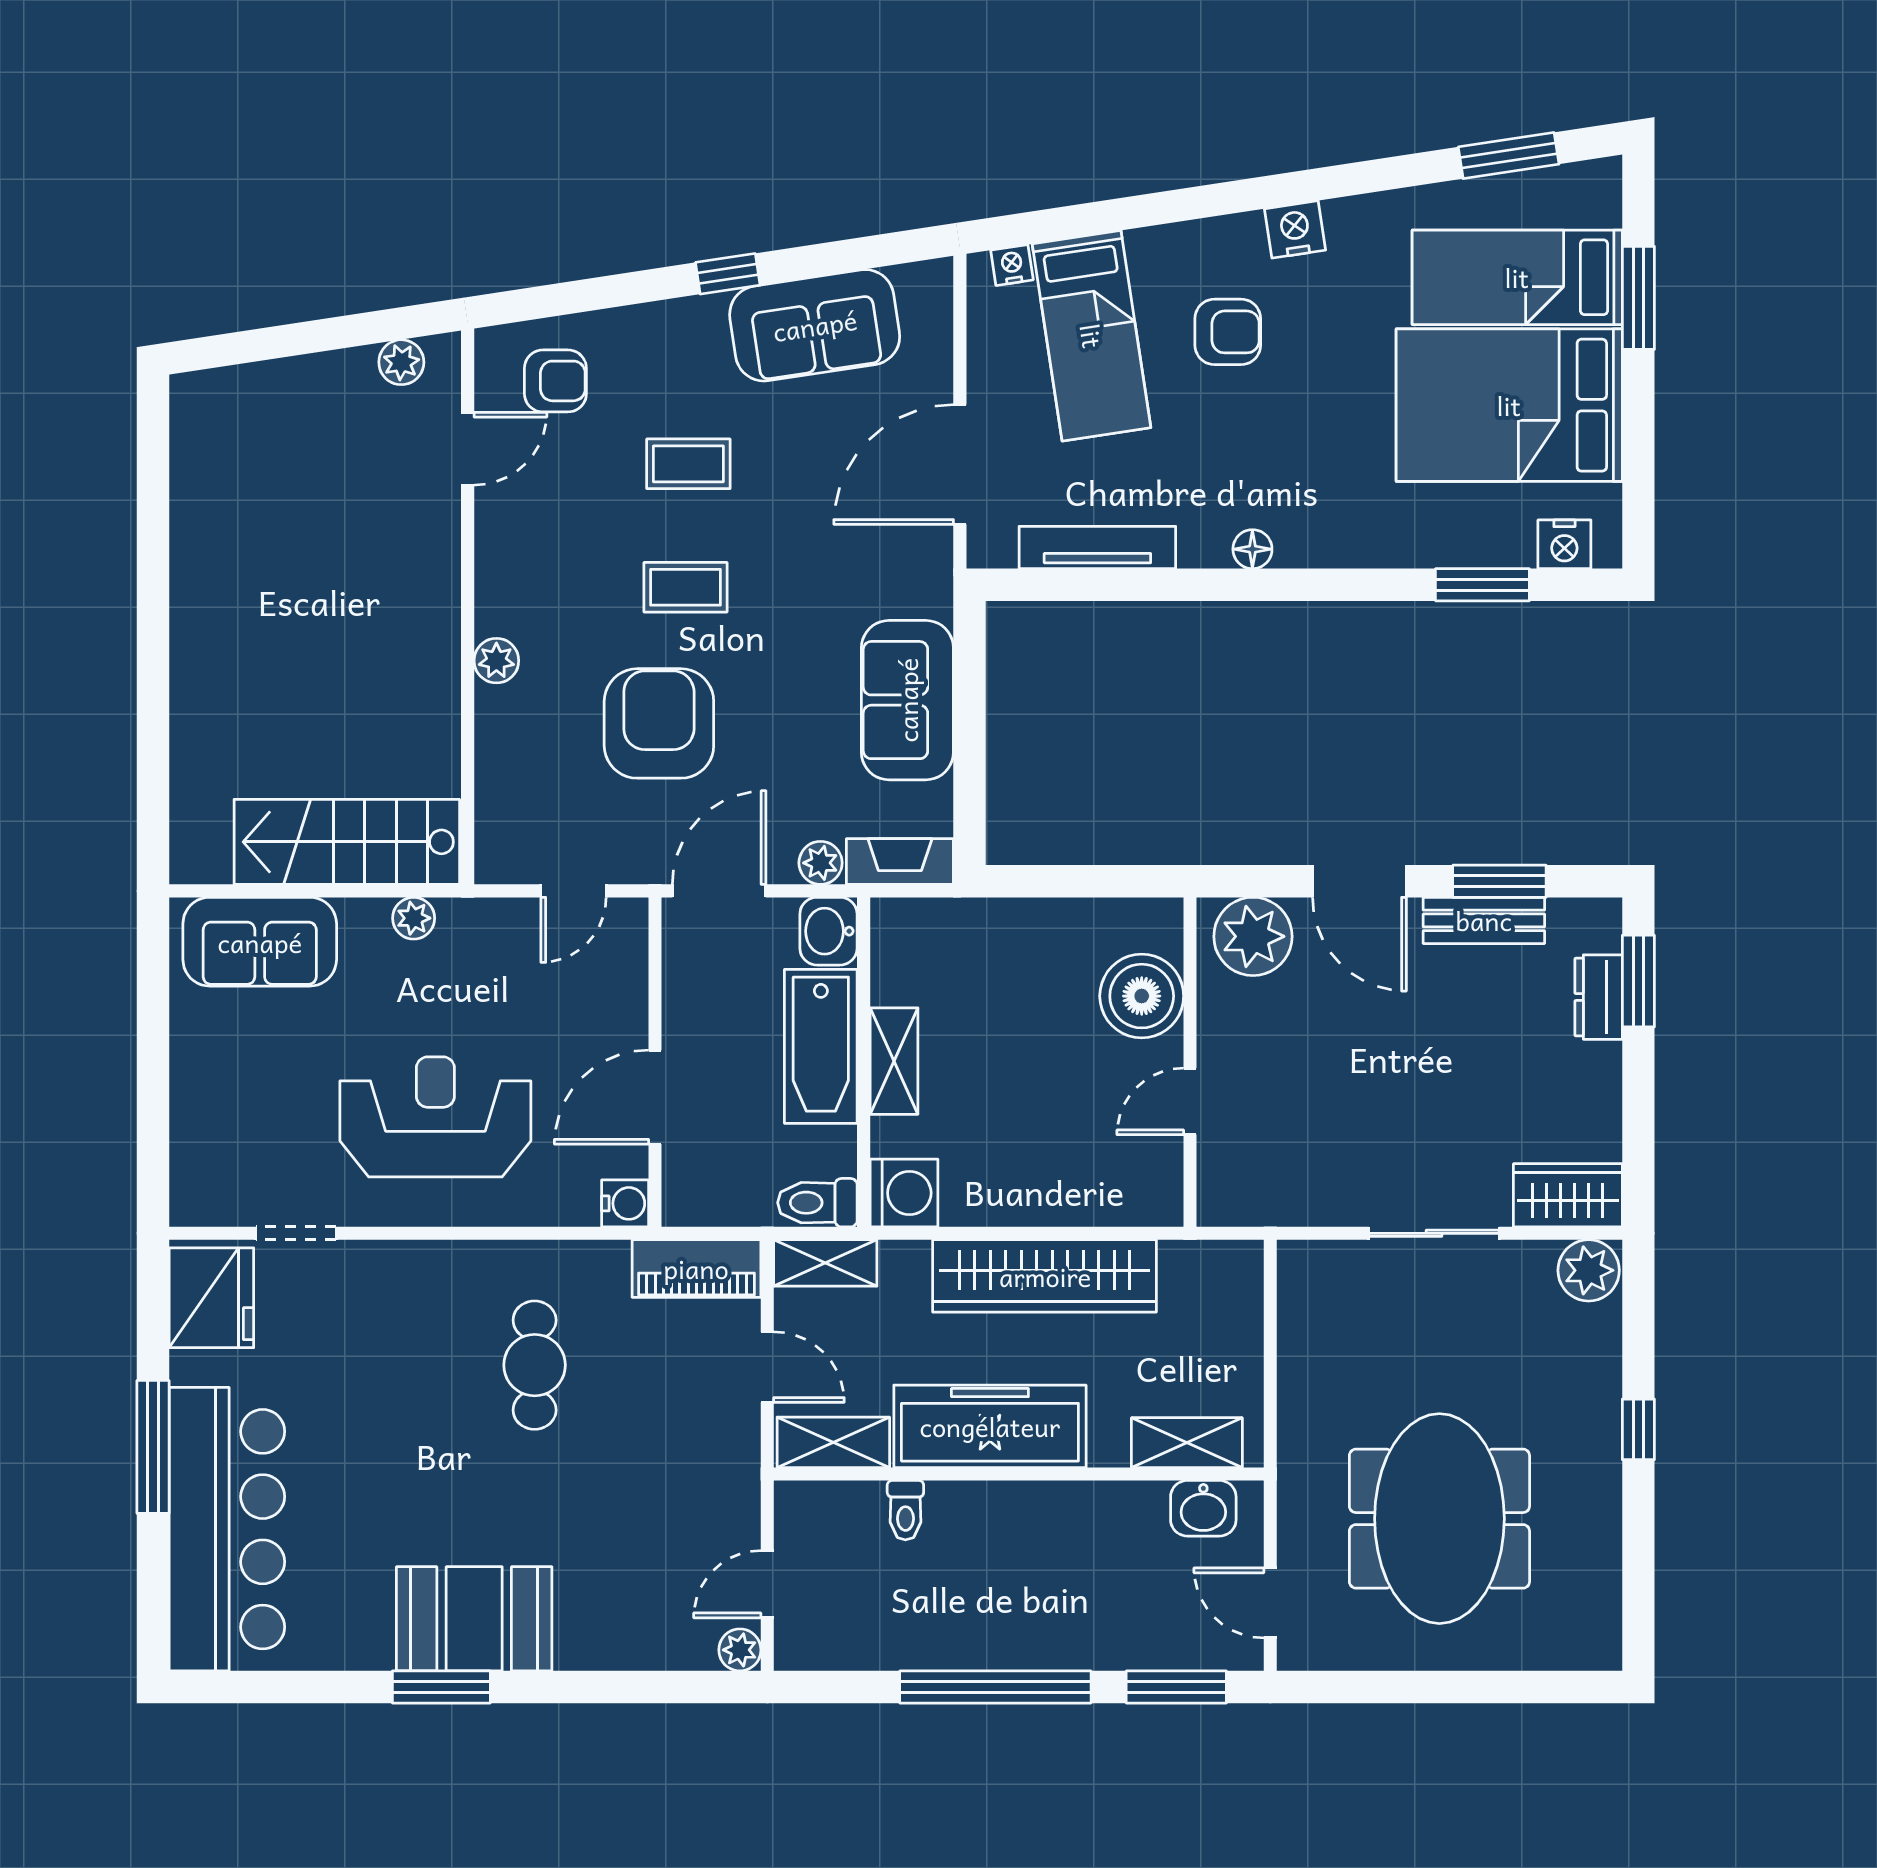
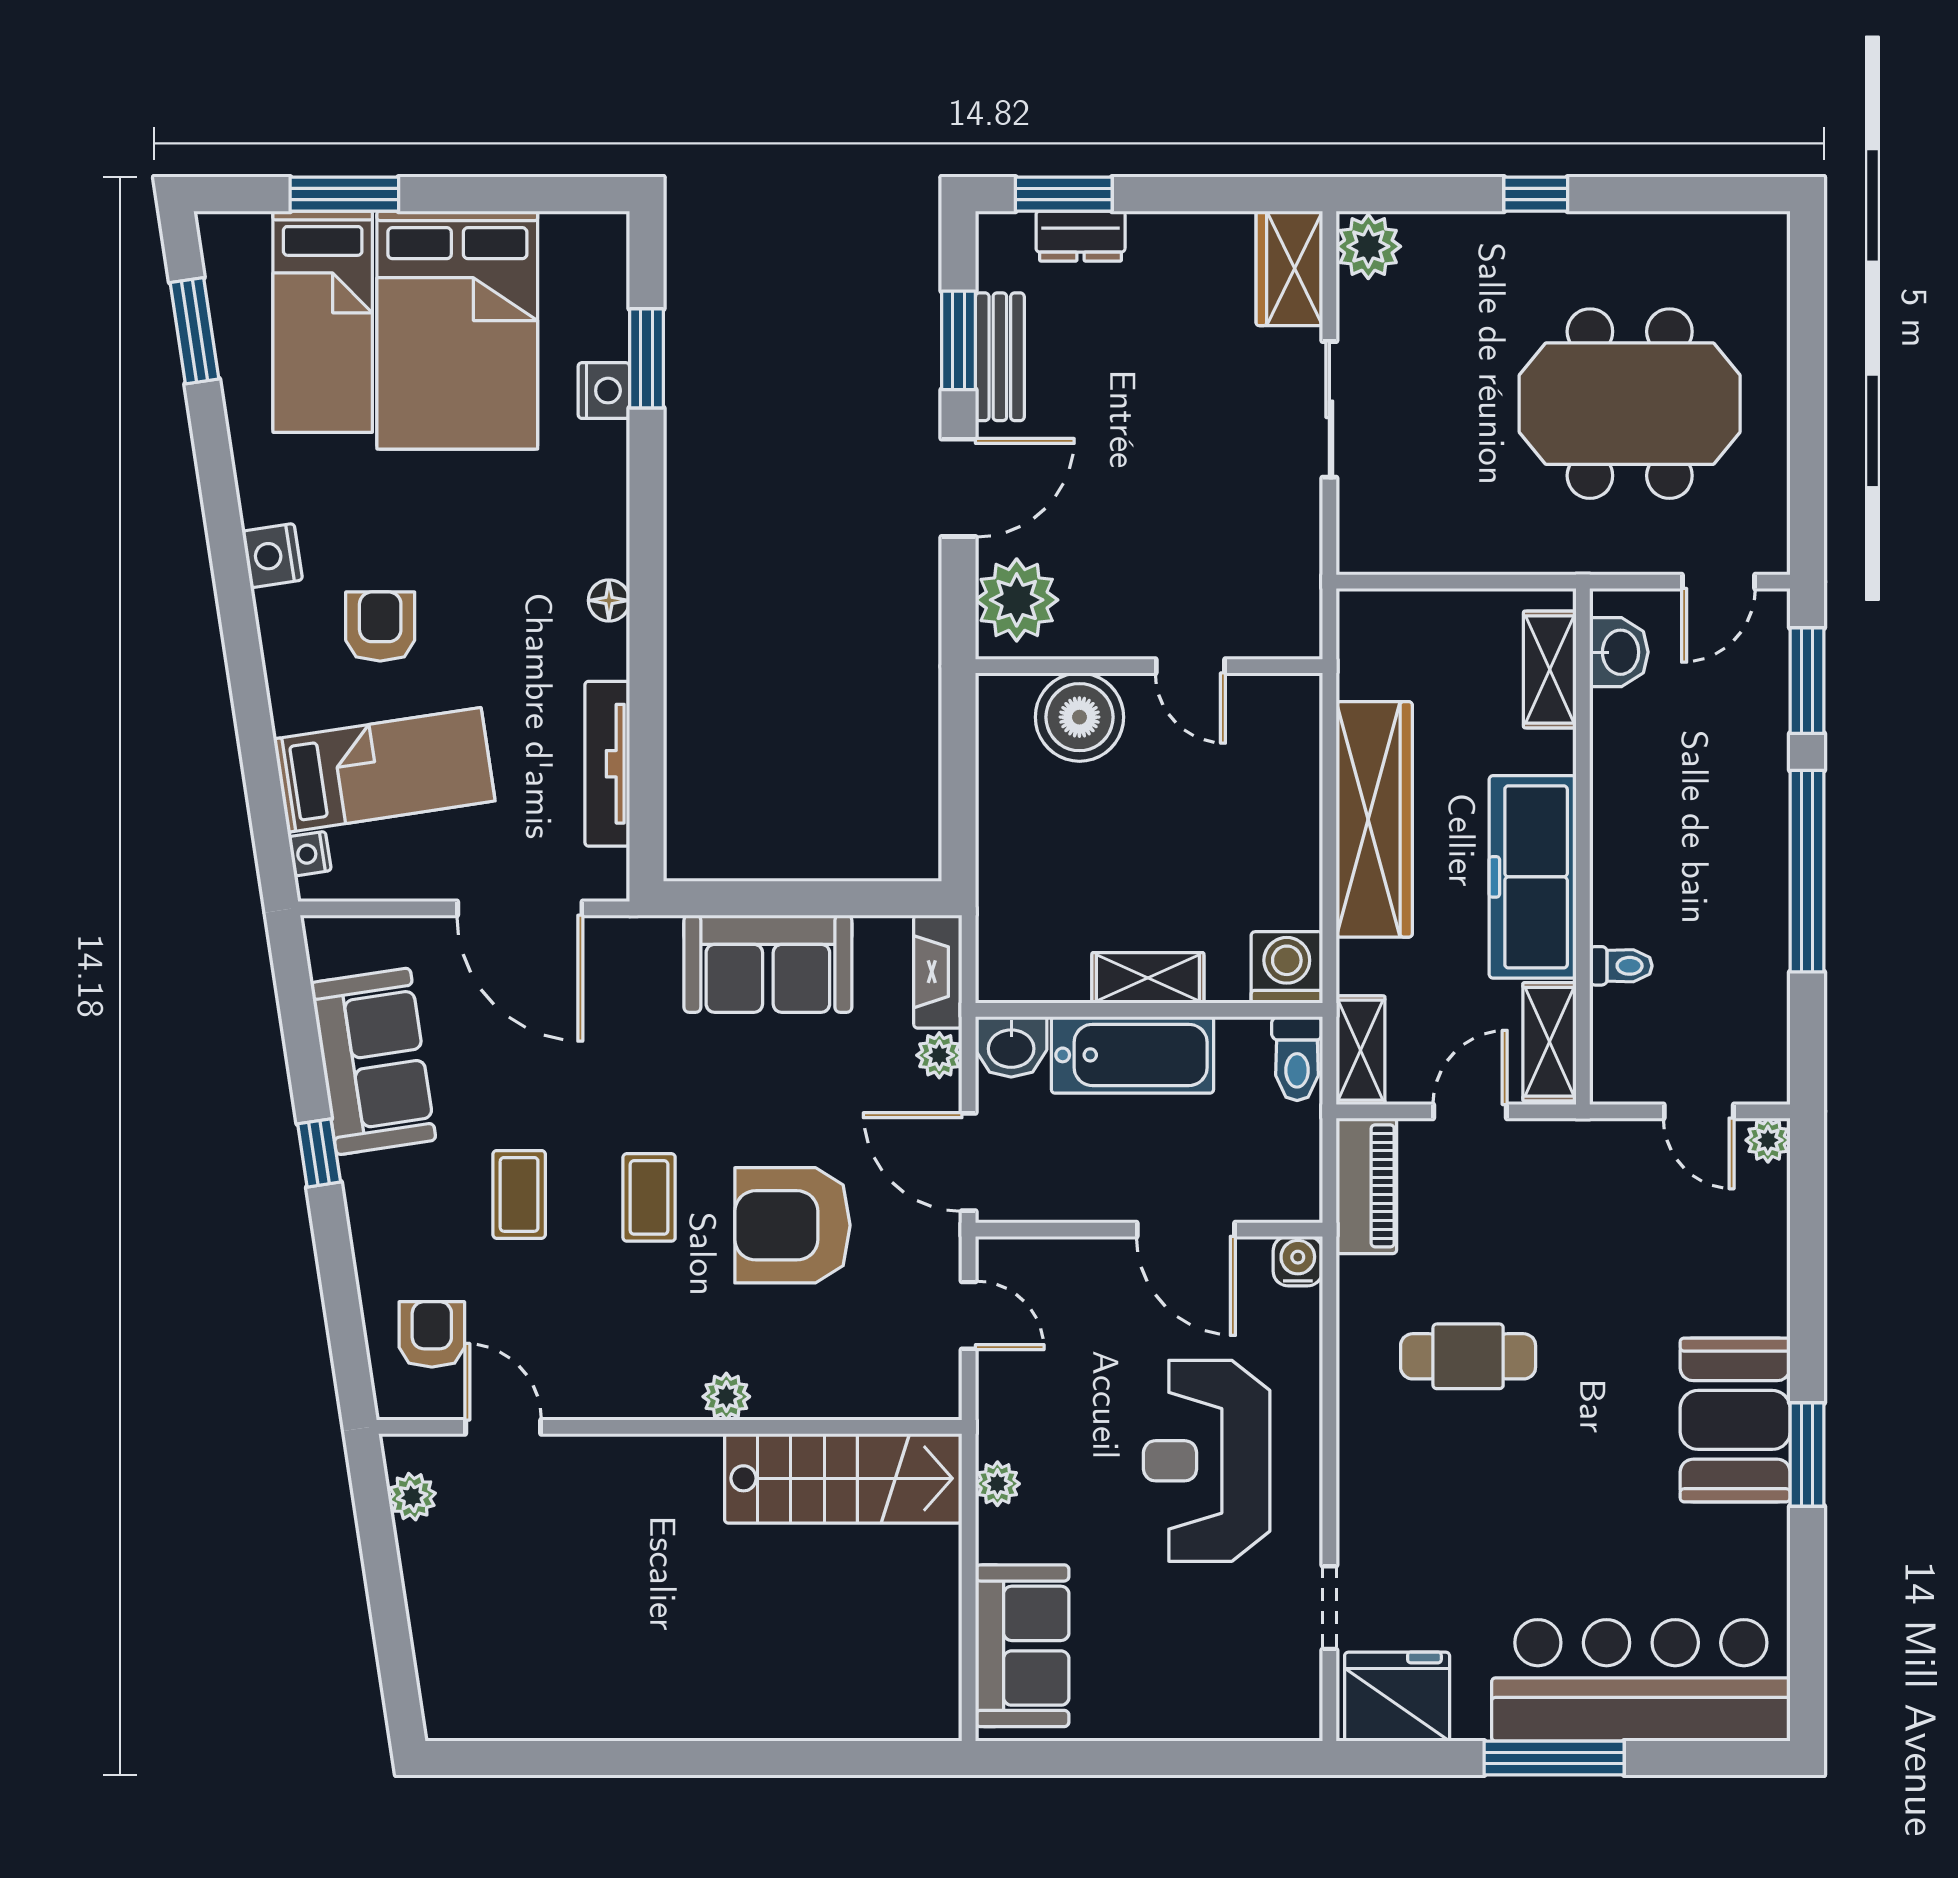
nightstand: (1564, 544) -> (604, 391), moved
stairs: (347, 842) -> (843, 1478), moved, turned -90

